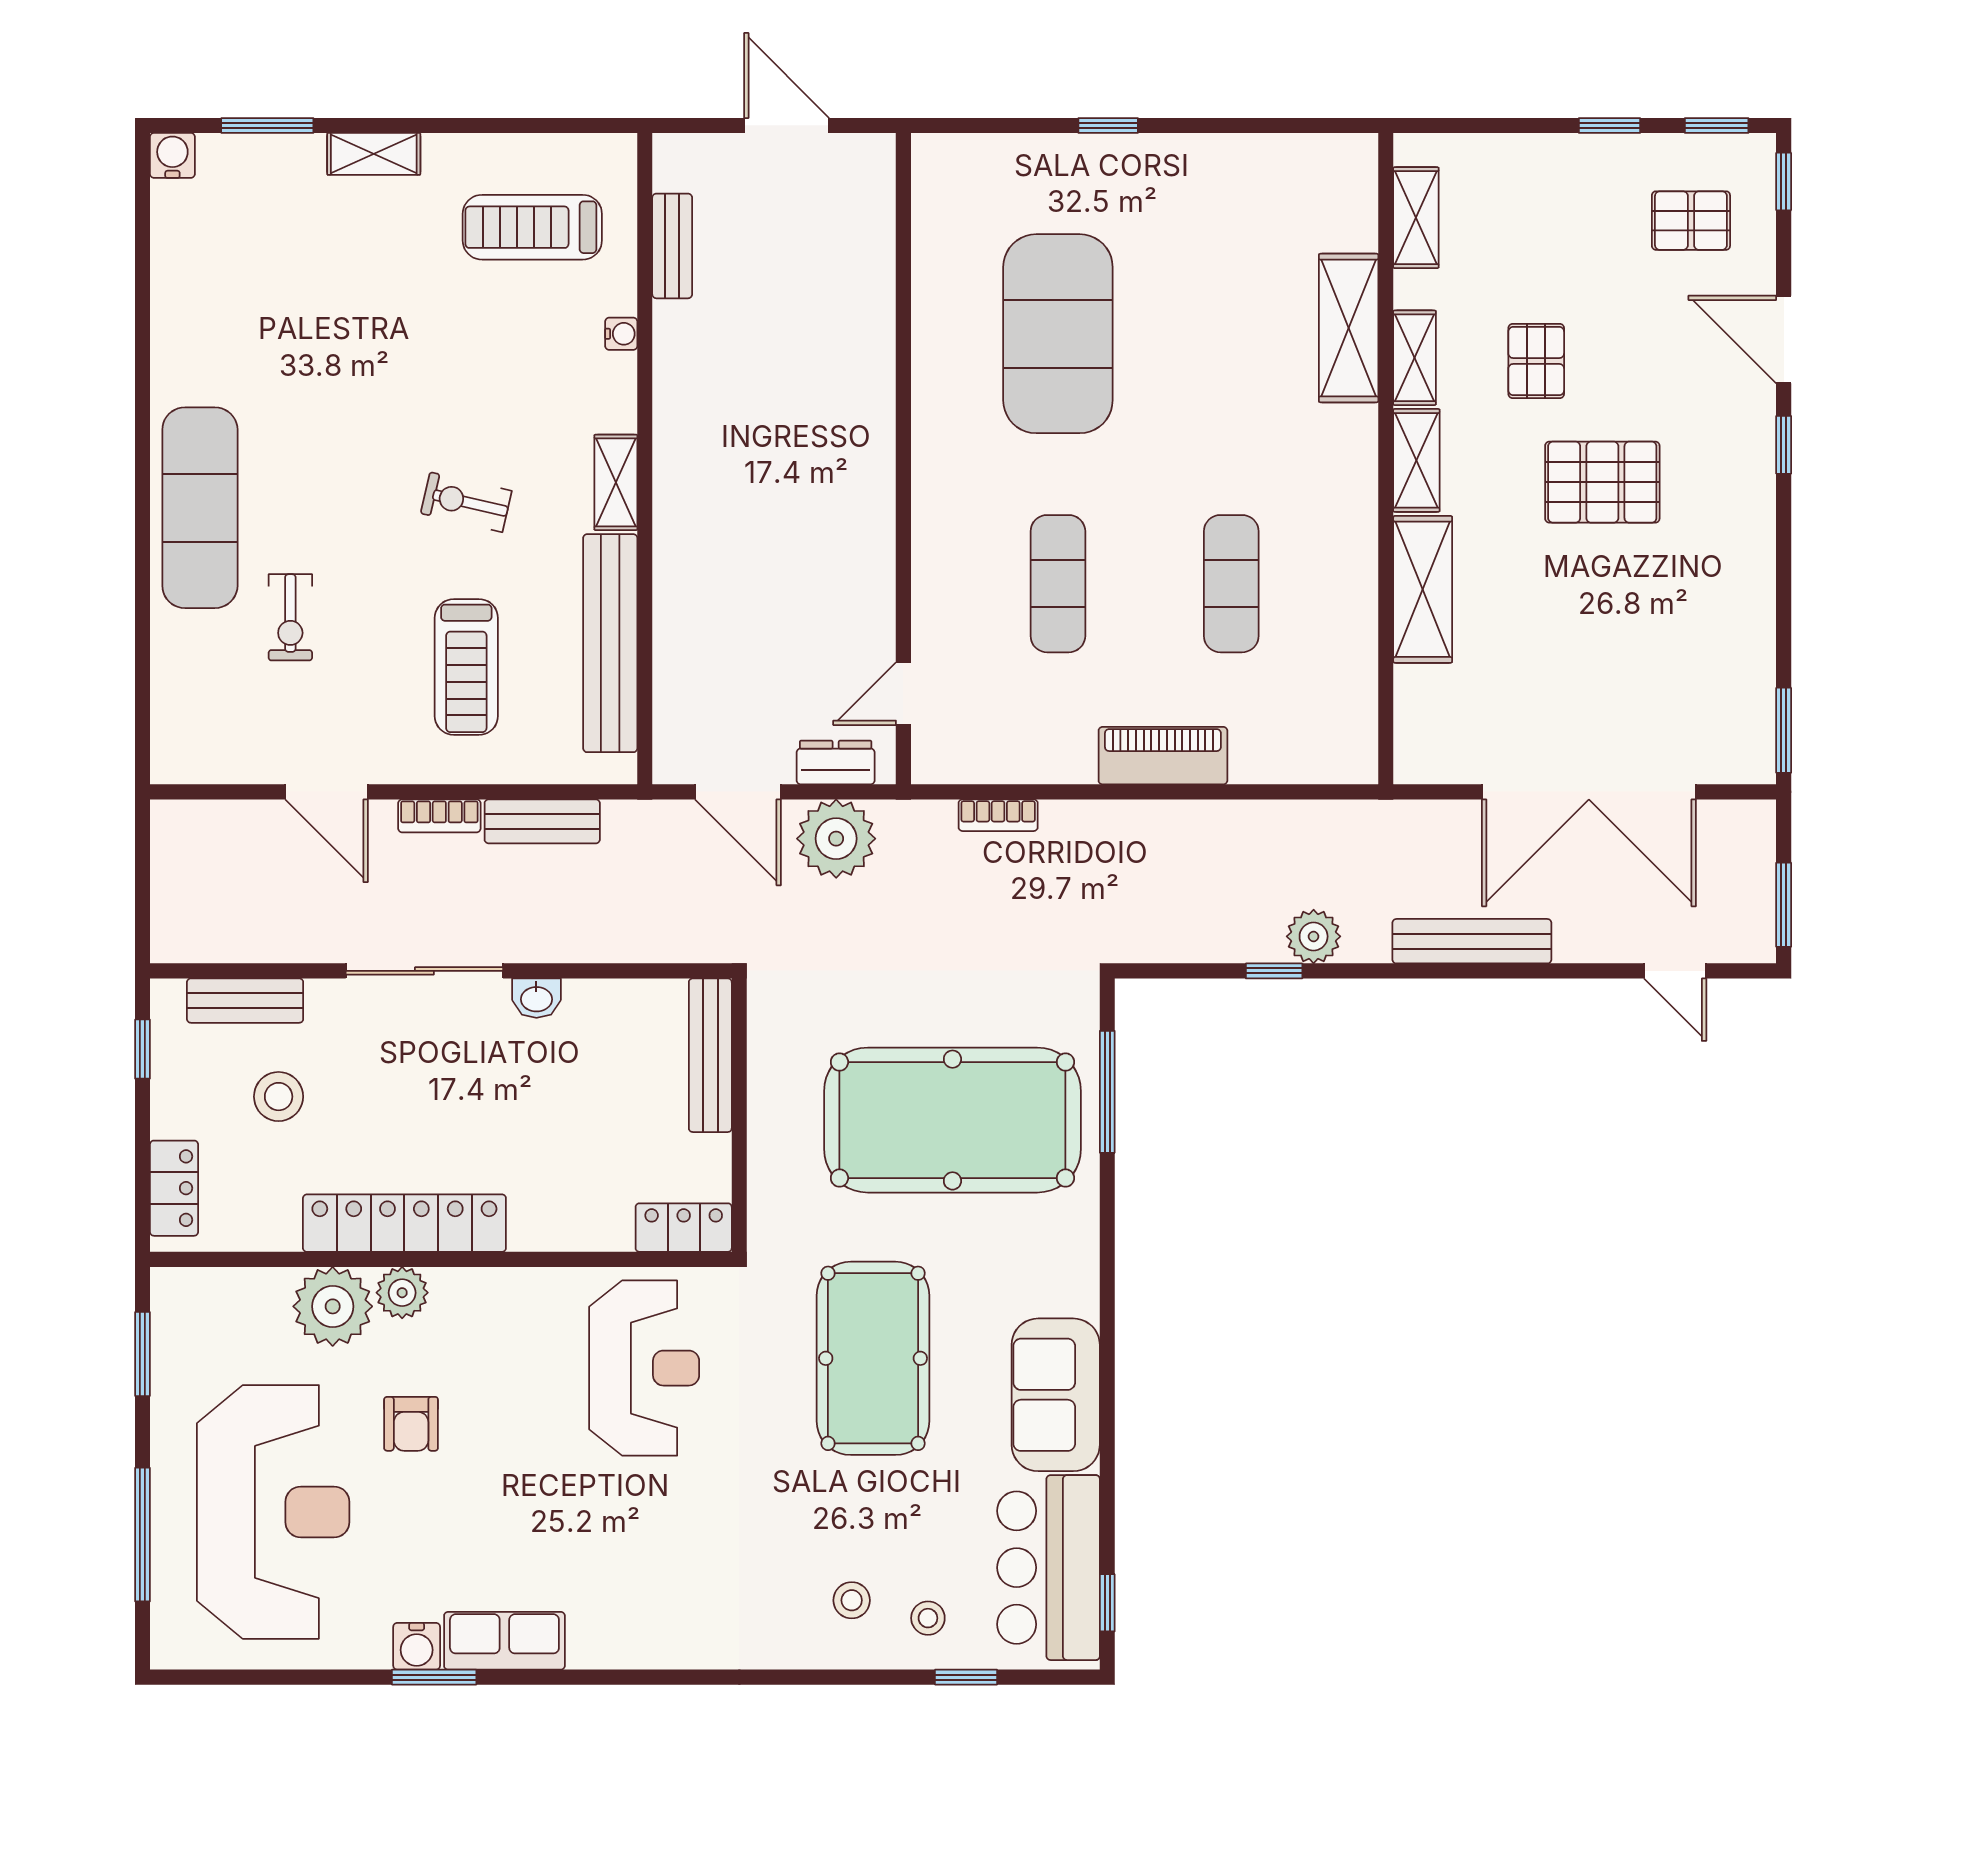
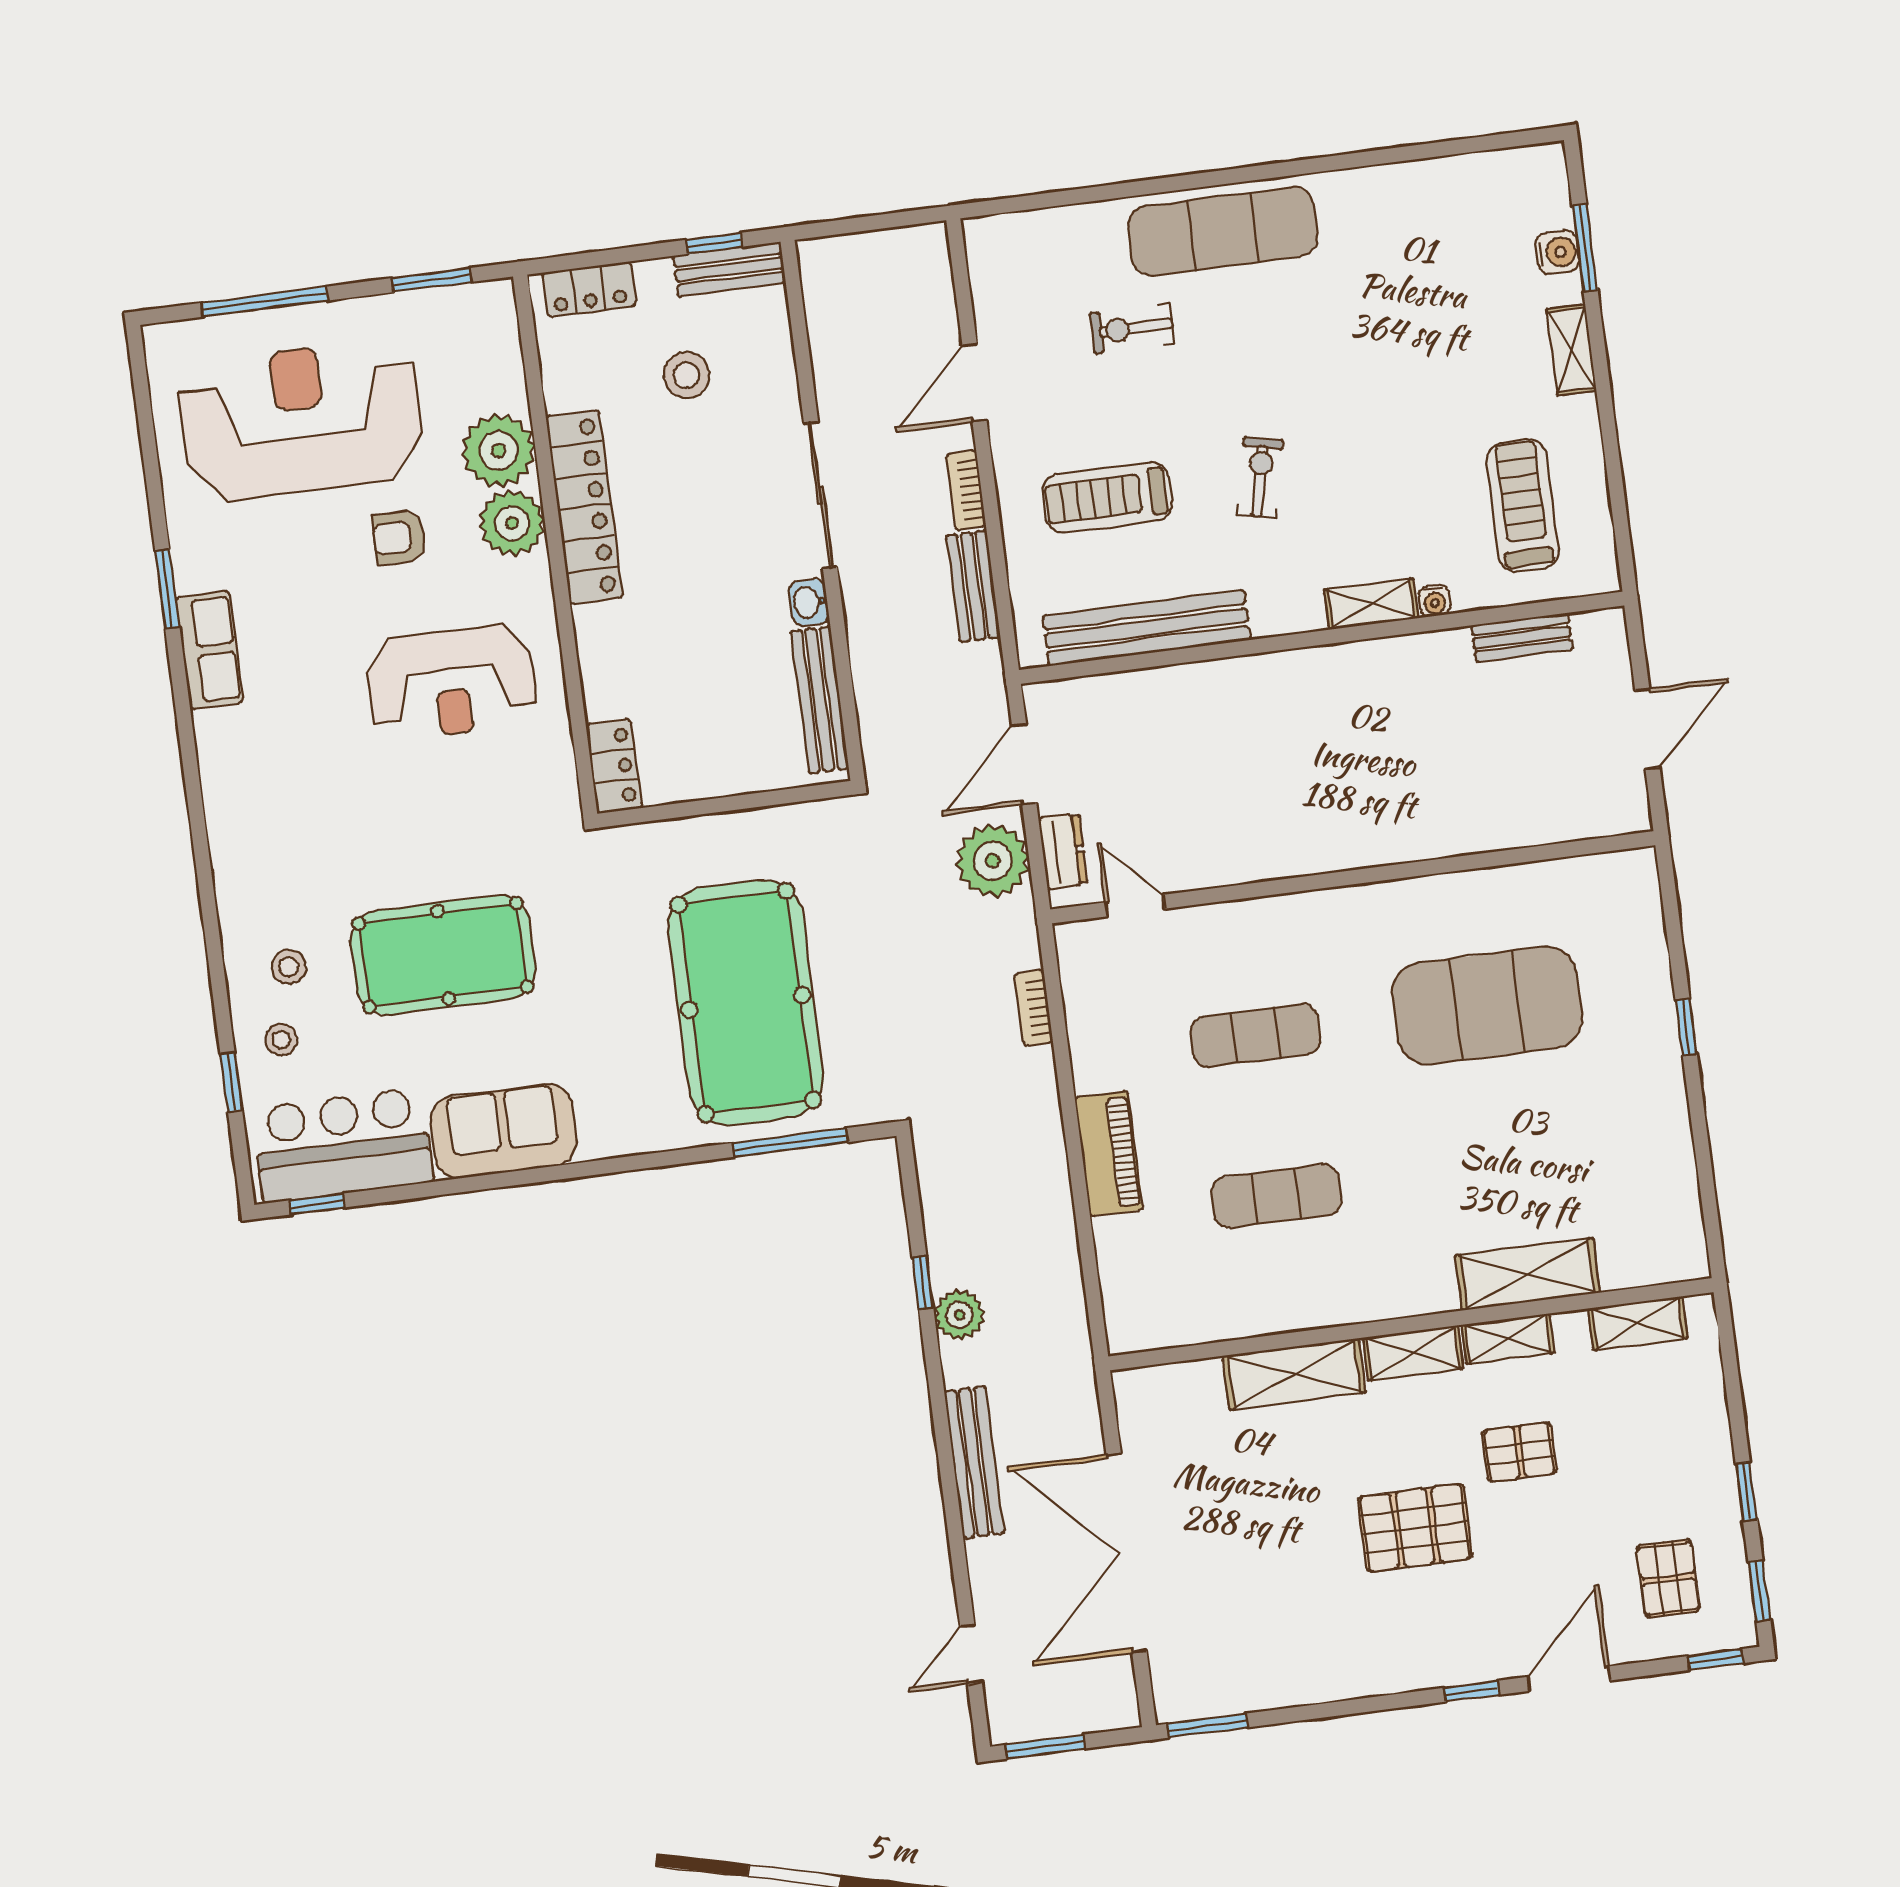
water cooler: (172, 155) -> (1557, 252), moved
shelving: (616, 482) -> (1371, 604), moved
pallet: (1602, 482) -> (1415, 1528), turned 90
bench: (245, 1001) -> (729, 269), moved, turned 90
bench: (710, 1055) -> (820, 700), moved, turned 90
plant: (402, 1293) -> (512, 523), width x1.36, depth x1.36
pool table: (873, 1358) -> (443, 955), moved
reception desk: (644, 1368) -> (451, 682), moved
reception desk: (273, 1512) -> (301, 420), turned 180
water cooler: (417, 1646) -> (194, 569), removed

